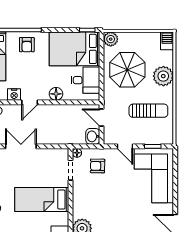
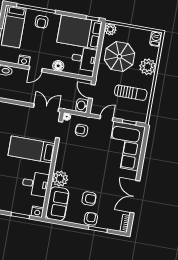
double door: (21, 146) -> (46, 108), moved
door: (125, 146) -> (107, 118), swing flipped

